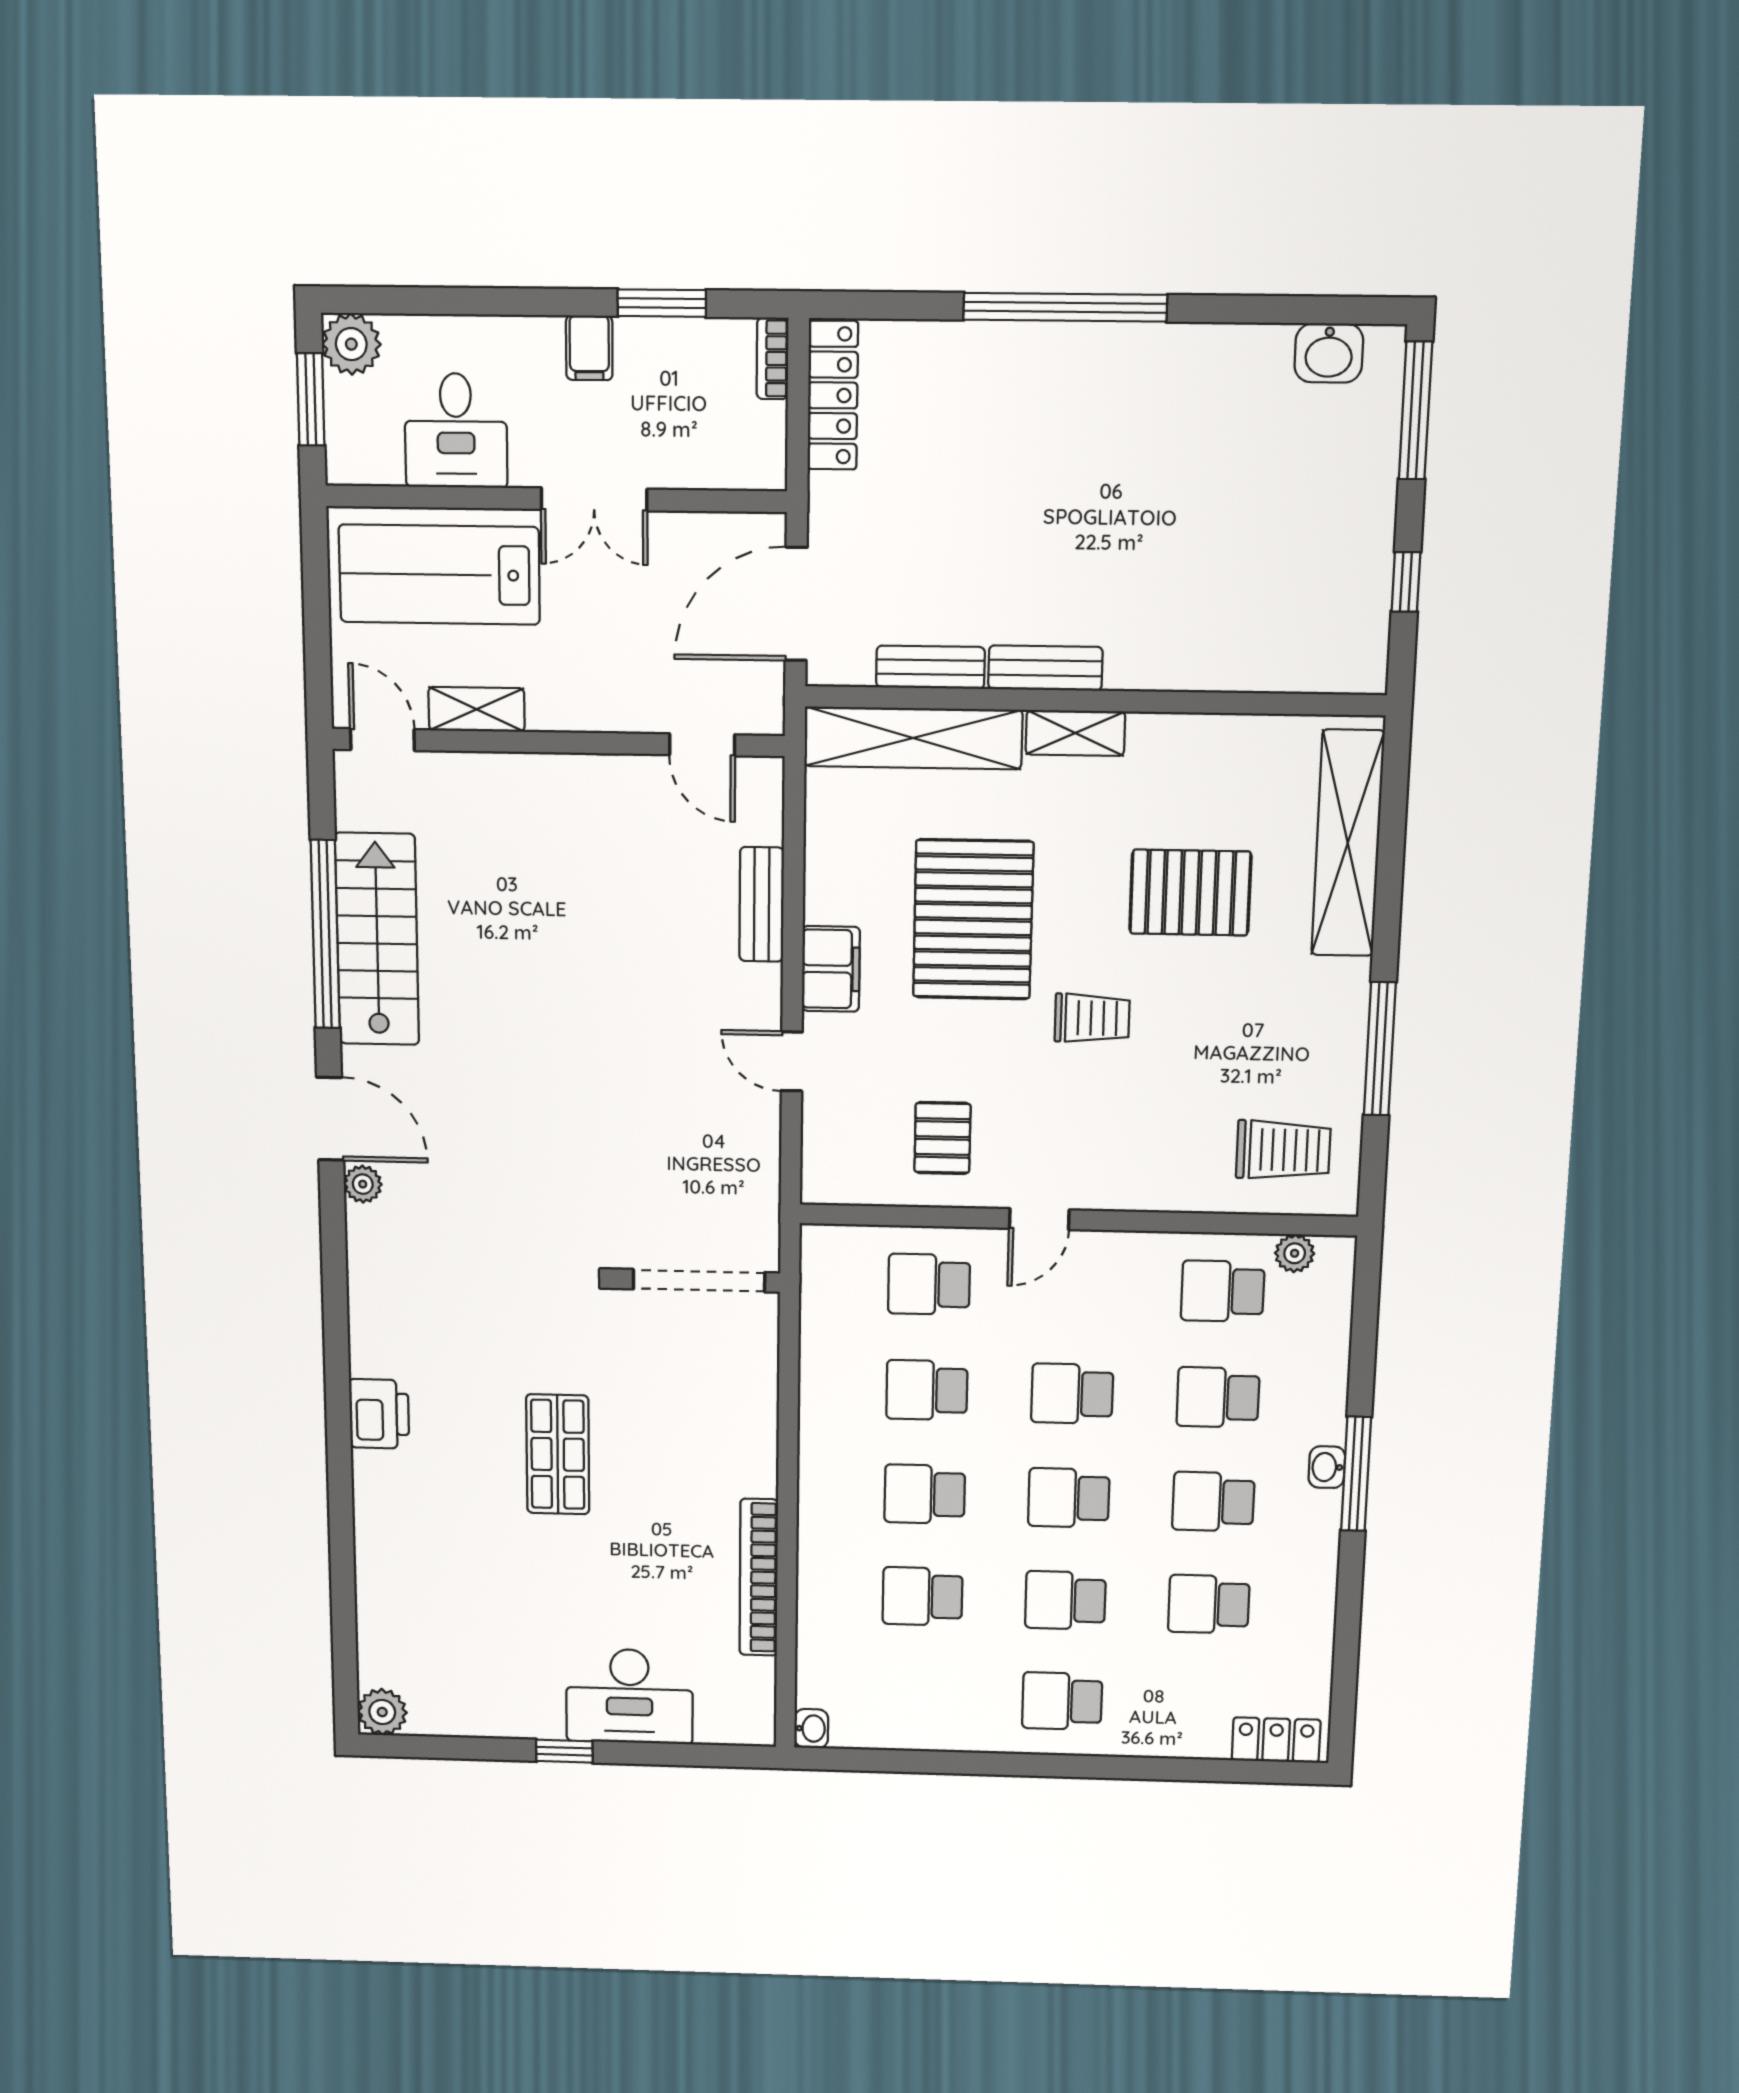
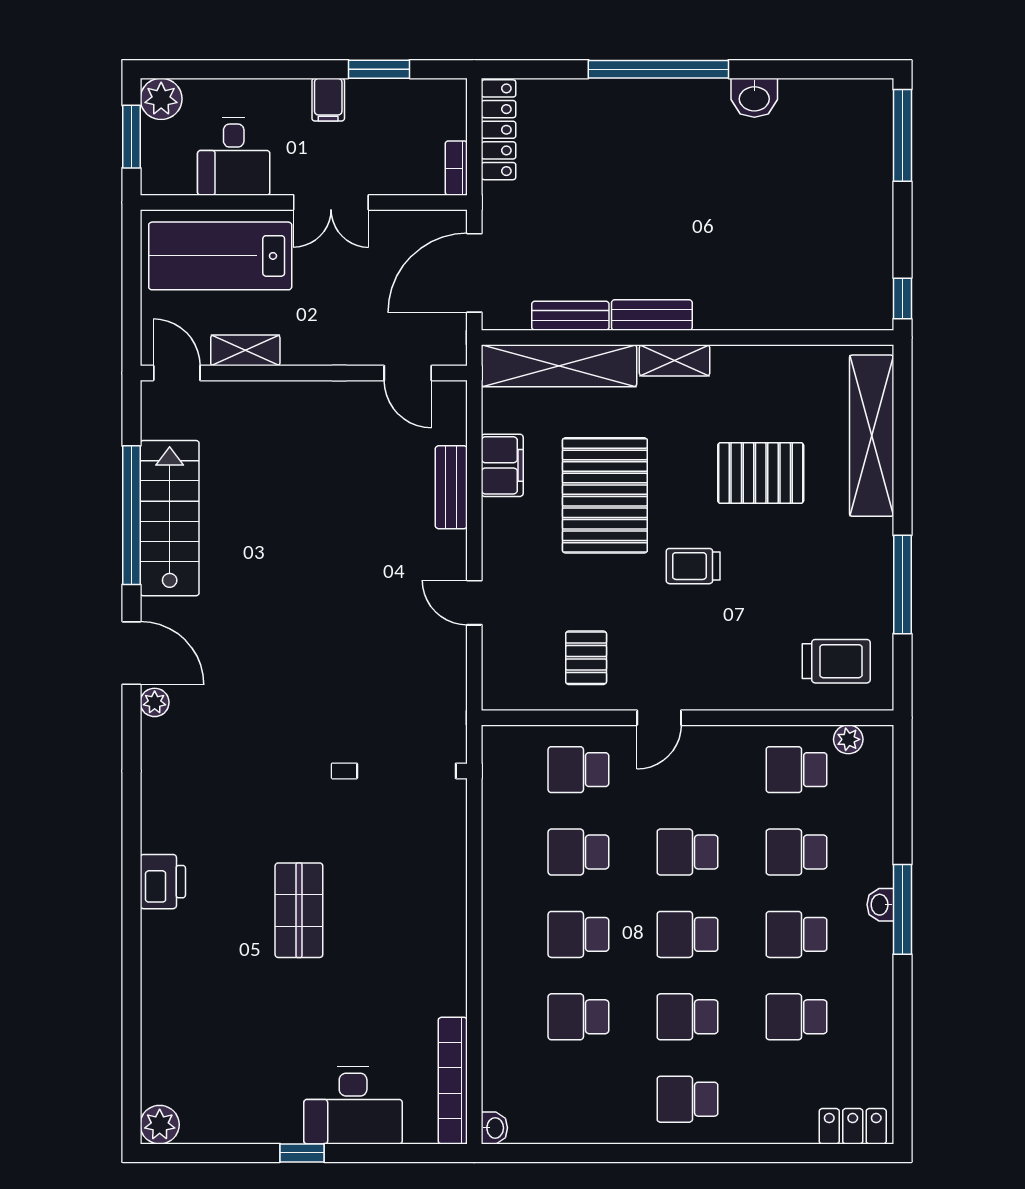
washbasin: (1329, 353) -> (754, 98), moved
bookcase: (773, 358) -> (456, 168), moved
window: (1406, 582) -> (902, 298), moved
filing cabinet: (831, 969) -> (502, 465), moved
trolley: (1092, 1018) -> (693, 566), turned 180
bookcase: (759, 1577) -> (453, 1081), moved

